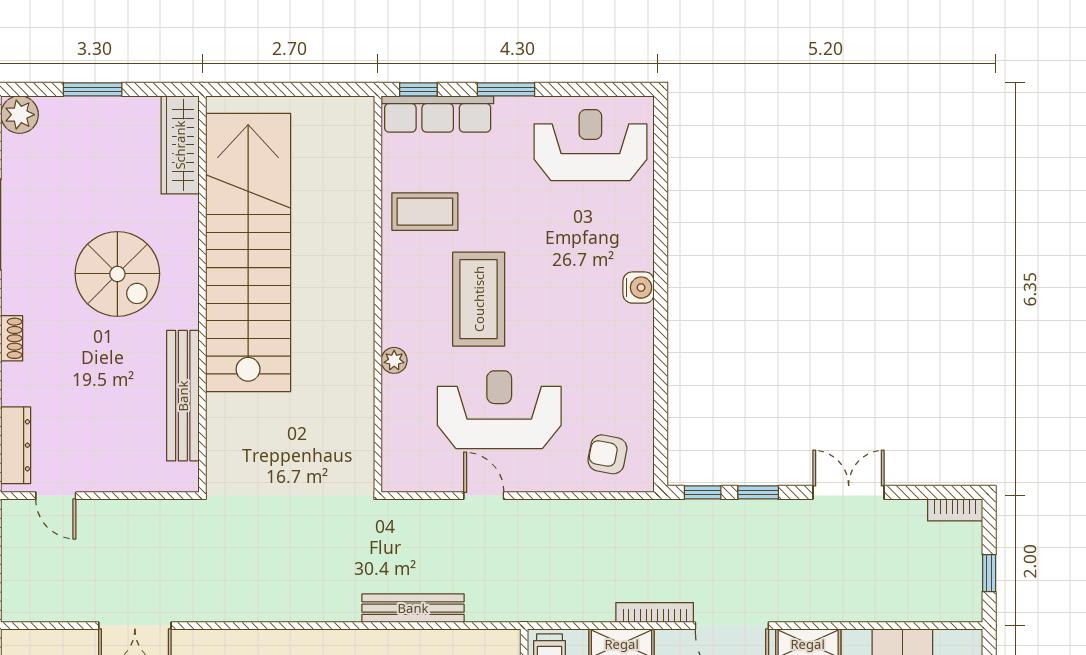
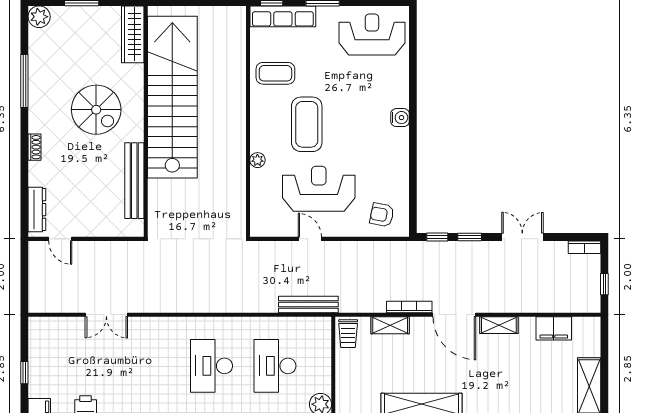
bench: (413, 608) -> (308, 304), moved

